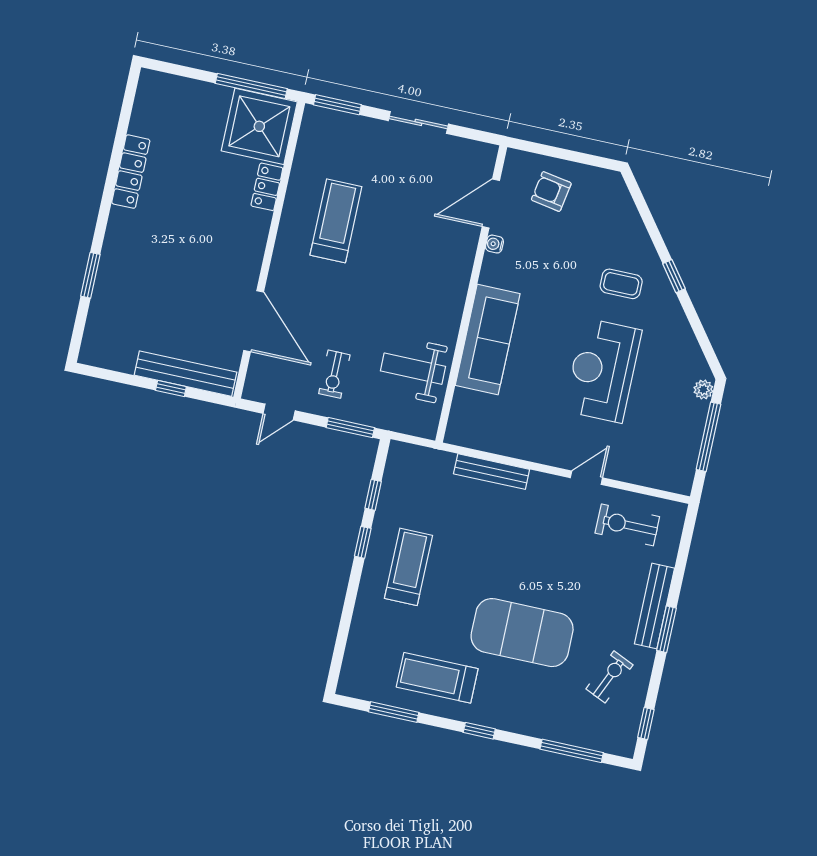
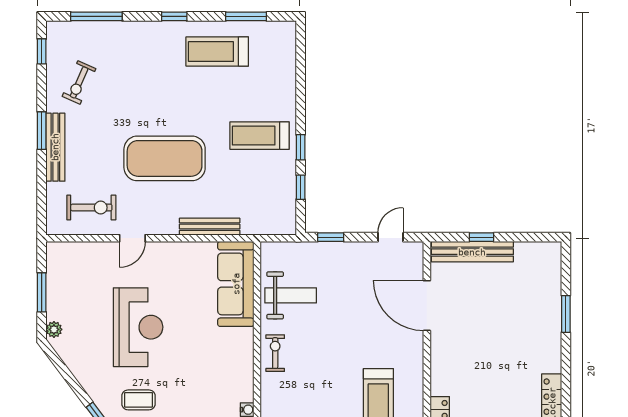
sofa: (488, 340) -> (236, 284), moved
exercise bike: (334, 374) -> (275, 353), moved
window: (350, 428) -> (331, 237), width x0.67
window: (708, 437) -> (42, 292), width x0.69
treadmill: (409, 567) -> (260, 136), turned 90
exercise mat: (522, 633) -> (165, 158), moved
treadmill: (437, 678) -> (217, 52), turned 180

